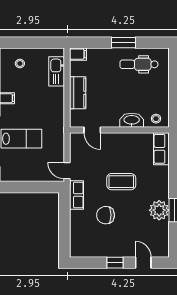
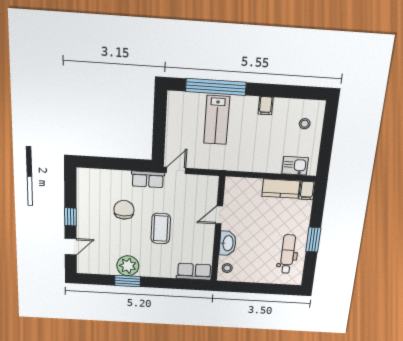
kitchen sink: (57, 71) -> (295, 166), width x0.73
kitchen counter: (78, 93) -> (281, 189), moved
door: (92, 130) -> (219, 215), moved

